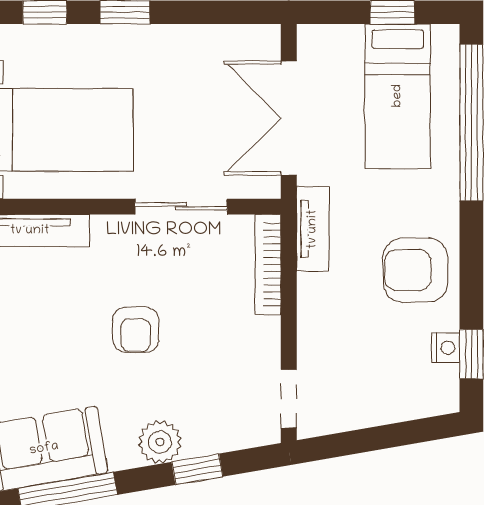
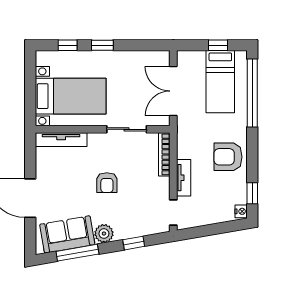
tv unit: (313, 229) -> (184, 178), moved
nightstand: (446, 348) -> (241, 211), moved
plant: (160, 442) -> (104, 234), moved

